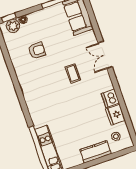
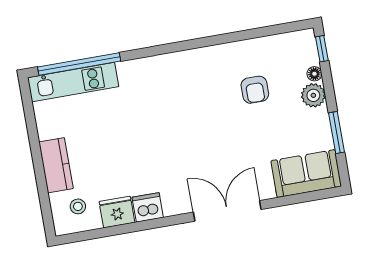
plant: (13, 26) -> (313, 95), moved
double door: (105, 55) -> (227, 211), width x1.37
coffee table: (73, 73) -> (203, 147), removed

